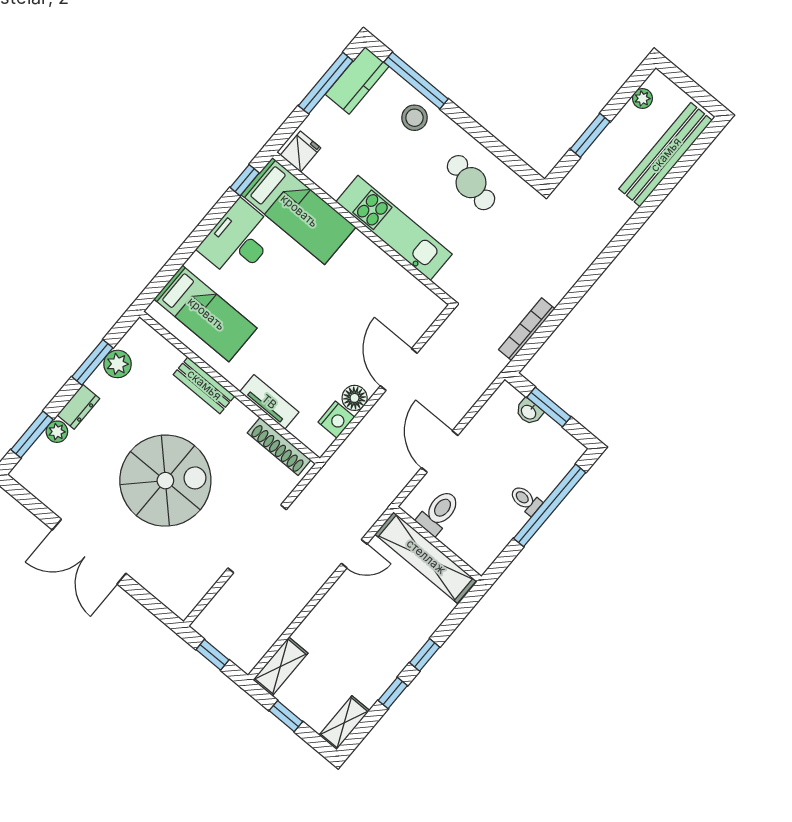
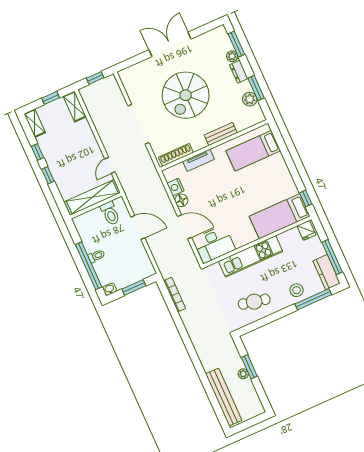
plant: (642, 99) -> (243, 374), moved
desk: (238, 240) -> (214, 244), moved, turned 90
washbasin: (529, 412) -> (110, 289), moved

